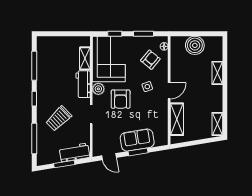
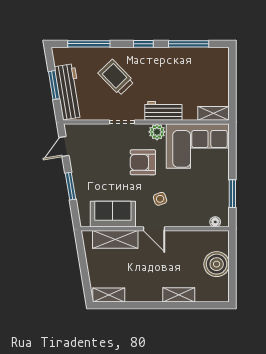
window: (115, 34) -> (232, 154), removed
shelving: (85, 58) -> (214, 113), moved
armchair: (150, 60) -> (197, 203), removed
sofa: (137, 140) -> (113, 214), moved, turned -81
workbench: (74, 152) -> (69, 92), width x1.37

